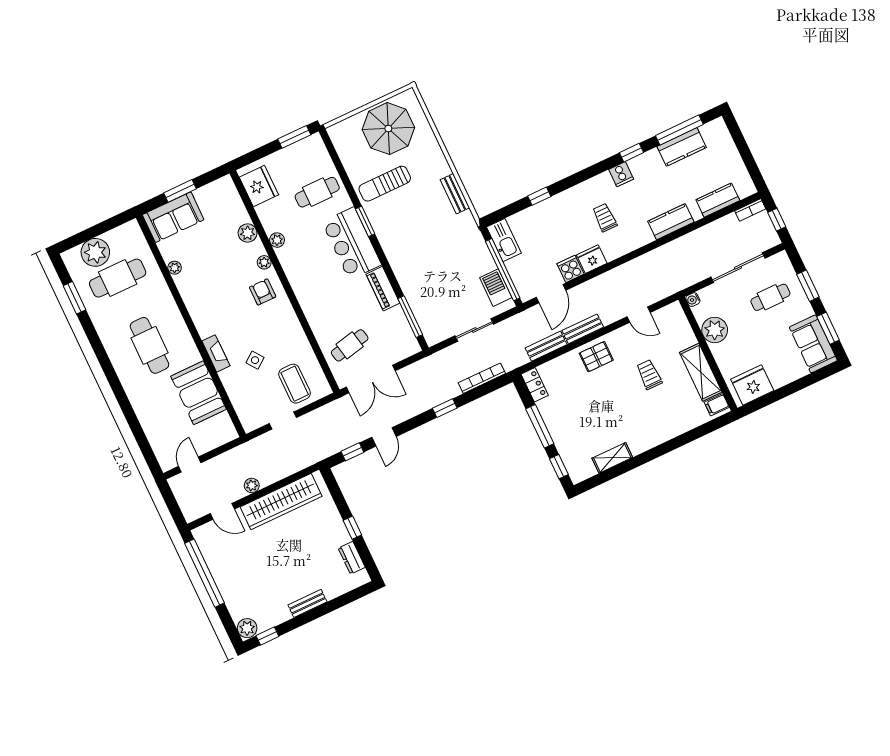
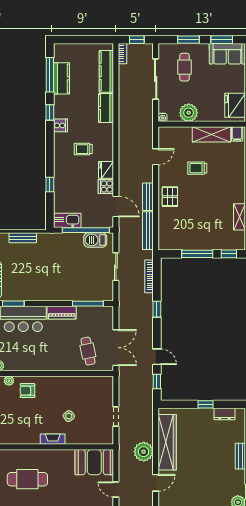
kitchen counter: (718, 200) -> (106, 71), width x1.50
bench: (546, 346) -> (148, 231), width x1.36
coffee table: (295, 384) -> (96, 398), removed
locker: (535, 385) -> (169, 244), removed
booth: (199, 393) -> (94, 462), moved
plant: (252, 485) -> (144, 452), width x1.88, depth x1.88

